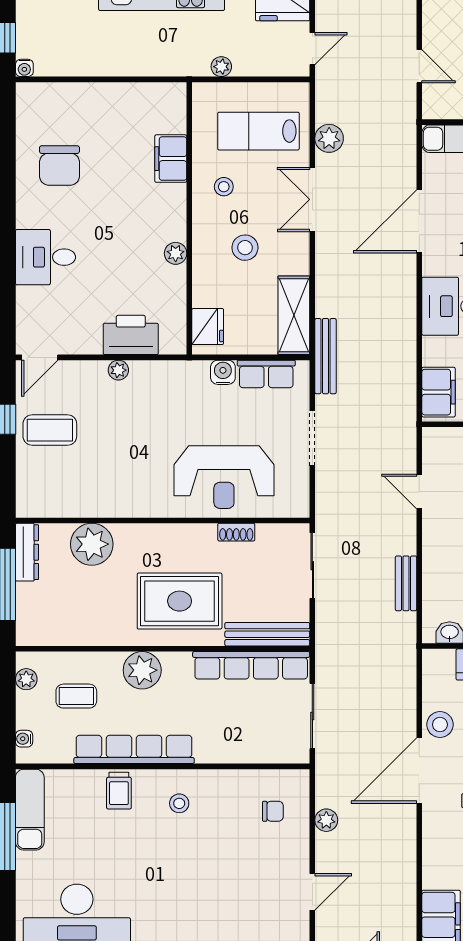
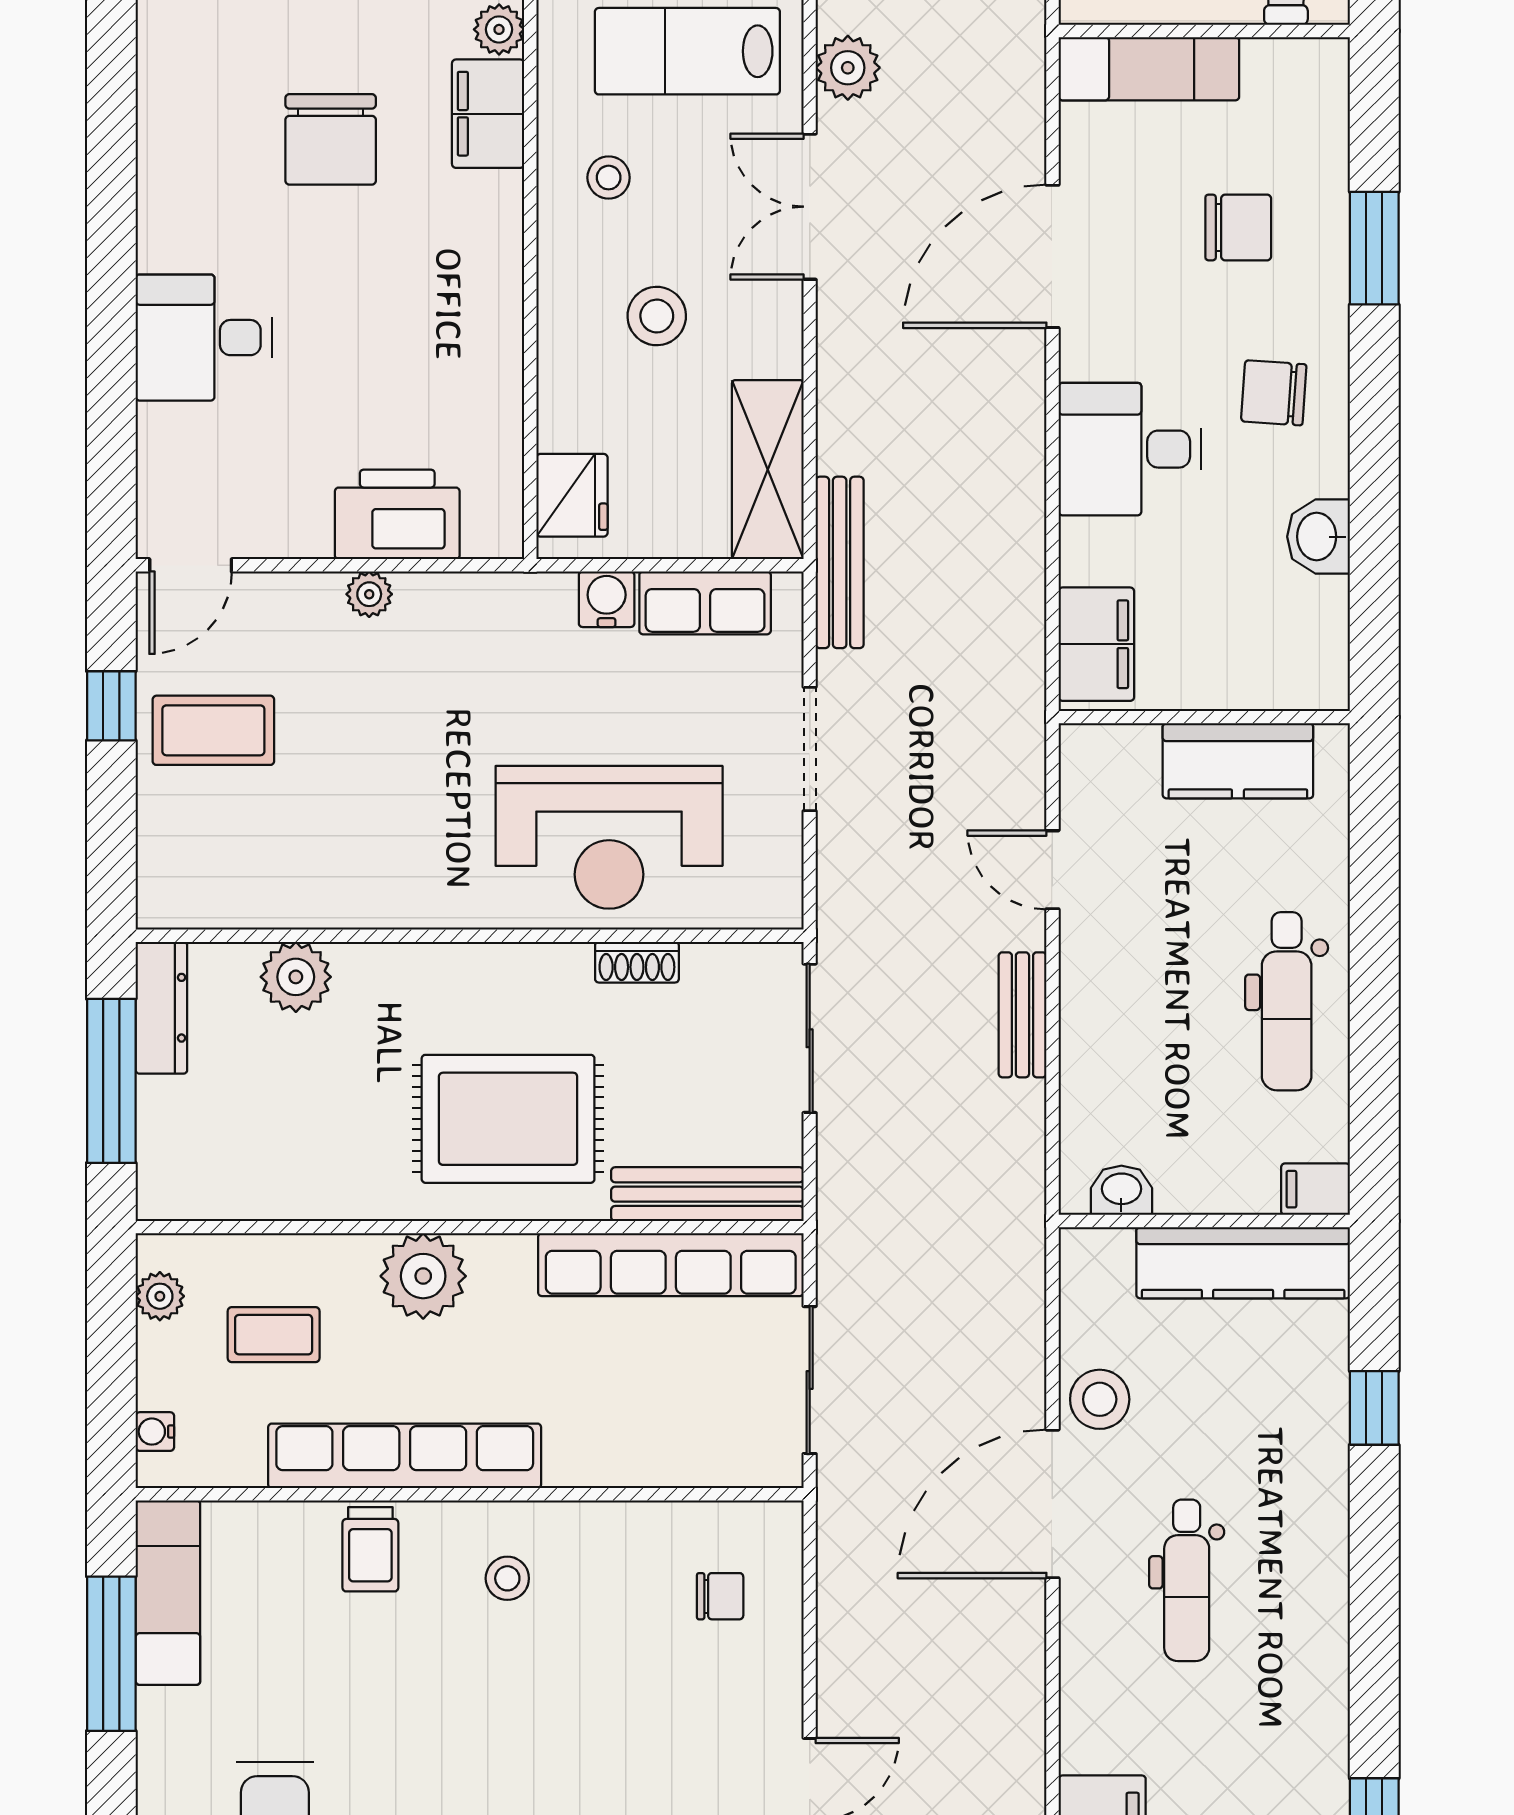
chair: (59, 165) -> (331, 139), moved
plant: (176, 253) -> (499, 29), moved
plant: (92, 544) -> (296, 977), width x0.73, depth x0.73
bench: (406, 583) -> (1022, 1015), moved
plant: (326, 820) -> (841, 1617), removed

